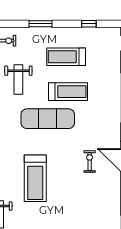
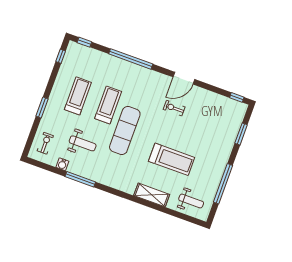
window: (89, 24) -> (61, 56), moved
treadmill: (66, 57) -> (78, 96), turned 180

